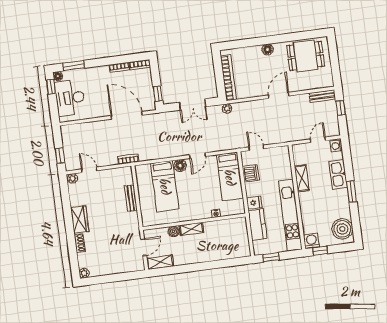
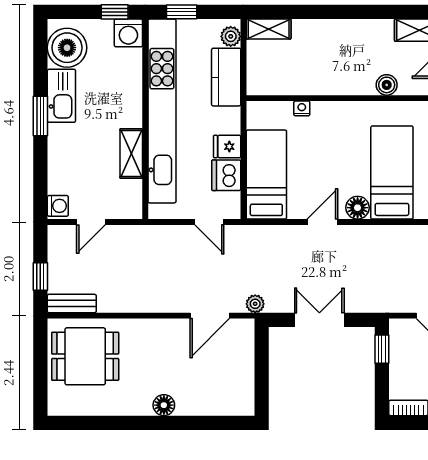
dining table: (306, 56) -> (85, 356), moved
bookcase: (228, 78) -> (245, 362), removed
door: (279, 95) -> (210, 316), moved
kitchen sink: (338, 174) -> (61, 96), moved
fridge: (254, 203) -> (227, 147), moved
kitchen unit: (290, 215) -> (162, 111), width x1.36
shelving: (191, 229) -> (269, 29), moved
plant: (258, 246) -> (231, 36), added
window: (271, 257) -> (182, 12), moved

